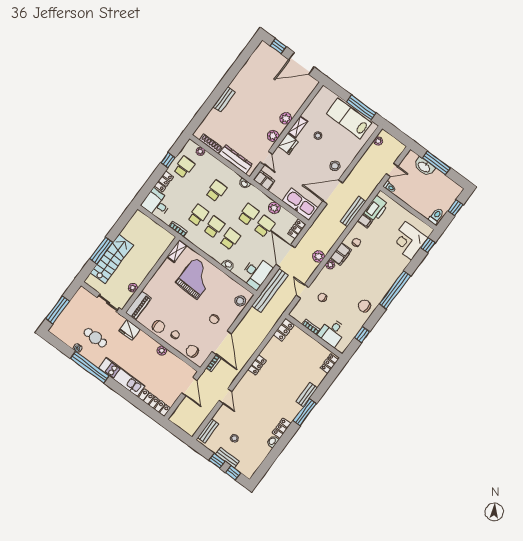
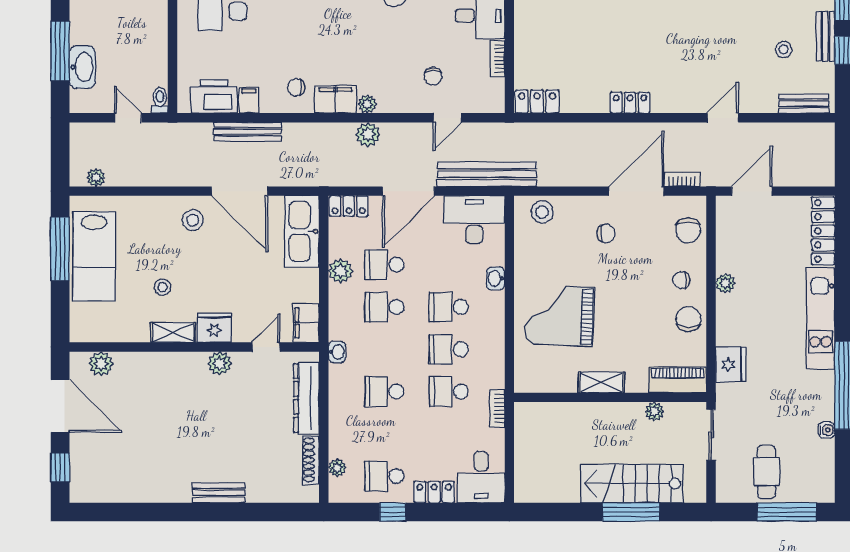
plant: (286, 118) -> (101, 364), moved
shelving: (177, 251) -> (601, 382), moved
cafe table: (95, 338) -> (766, 472), moved

